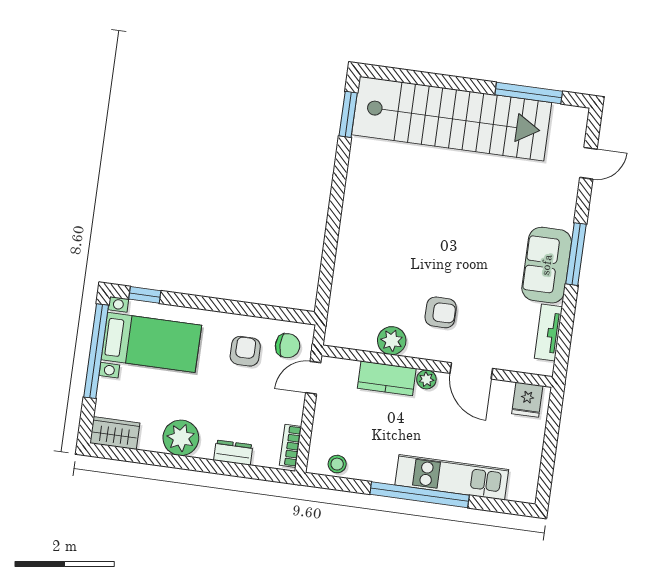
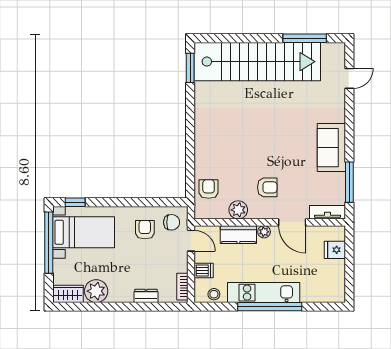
window: (576, 254) -> (349, 182), moved
armchair: (351, 303) -> (209, 189), added
tv unit: (548, 333) -> (327, 212), moved, turned 90
door: (313, 378) -> (191, 241), swing flipped
fridge: (527, 400) -> (335, 250), moved, turned 90
dishwasher: (326, 426) -> (204, 270), added
plant: (181, 438) -> (96, 291), moved
kitchen unit: (452, 477) -> (264, 293), moved

